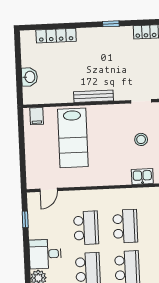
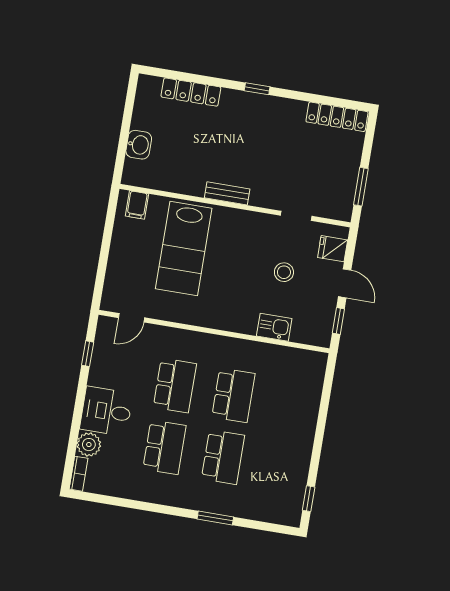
window: (111, 24) -> (257, 89), moved
bench: (93, 96) -> (227, 193), width x0.73

